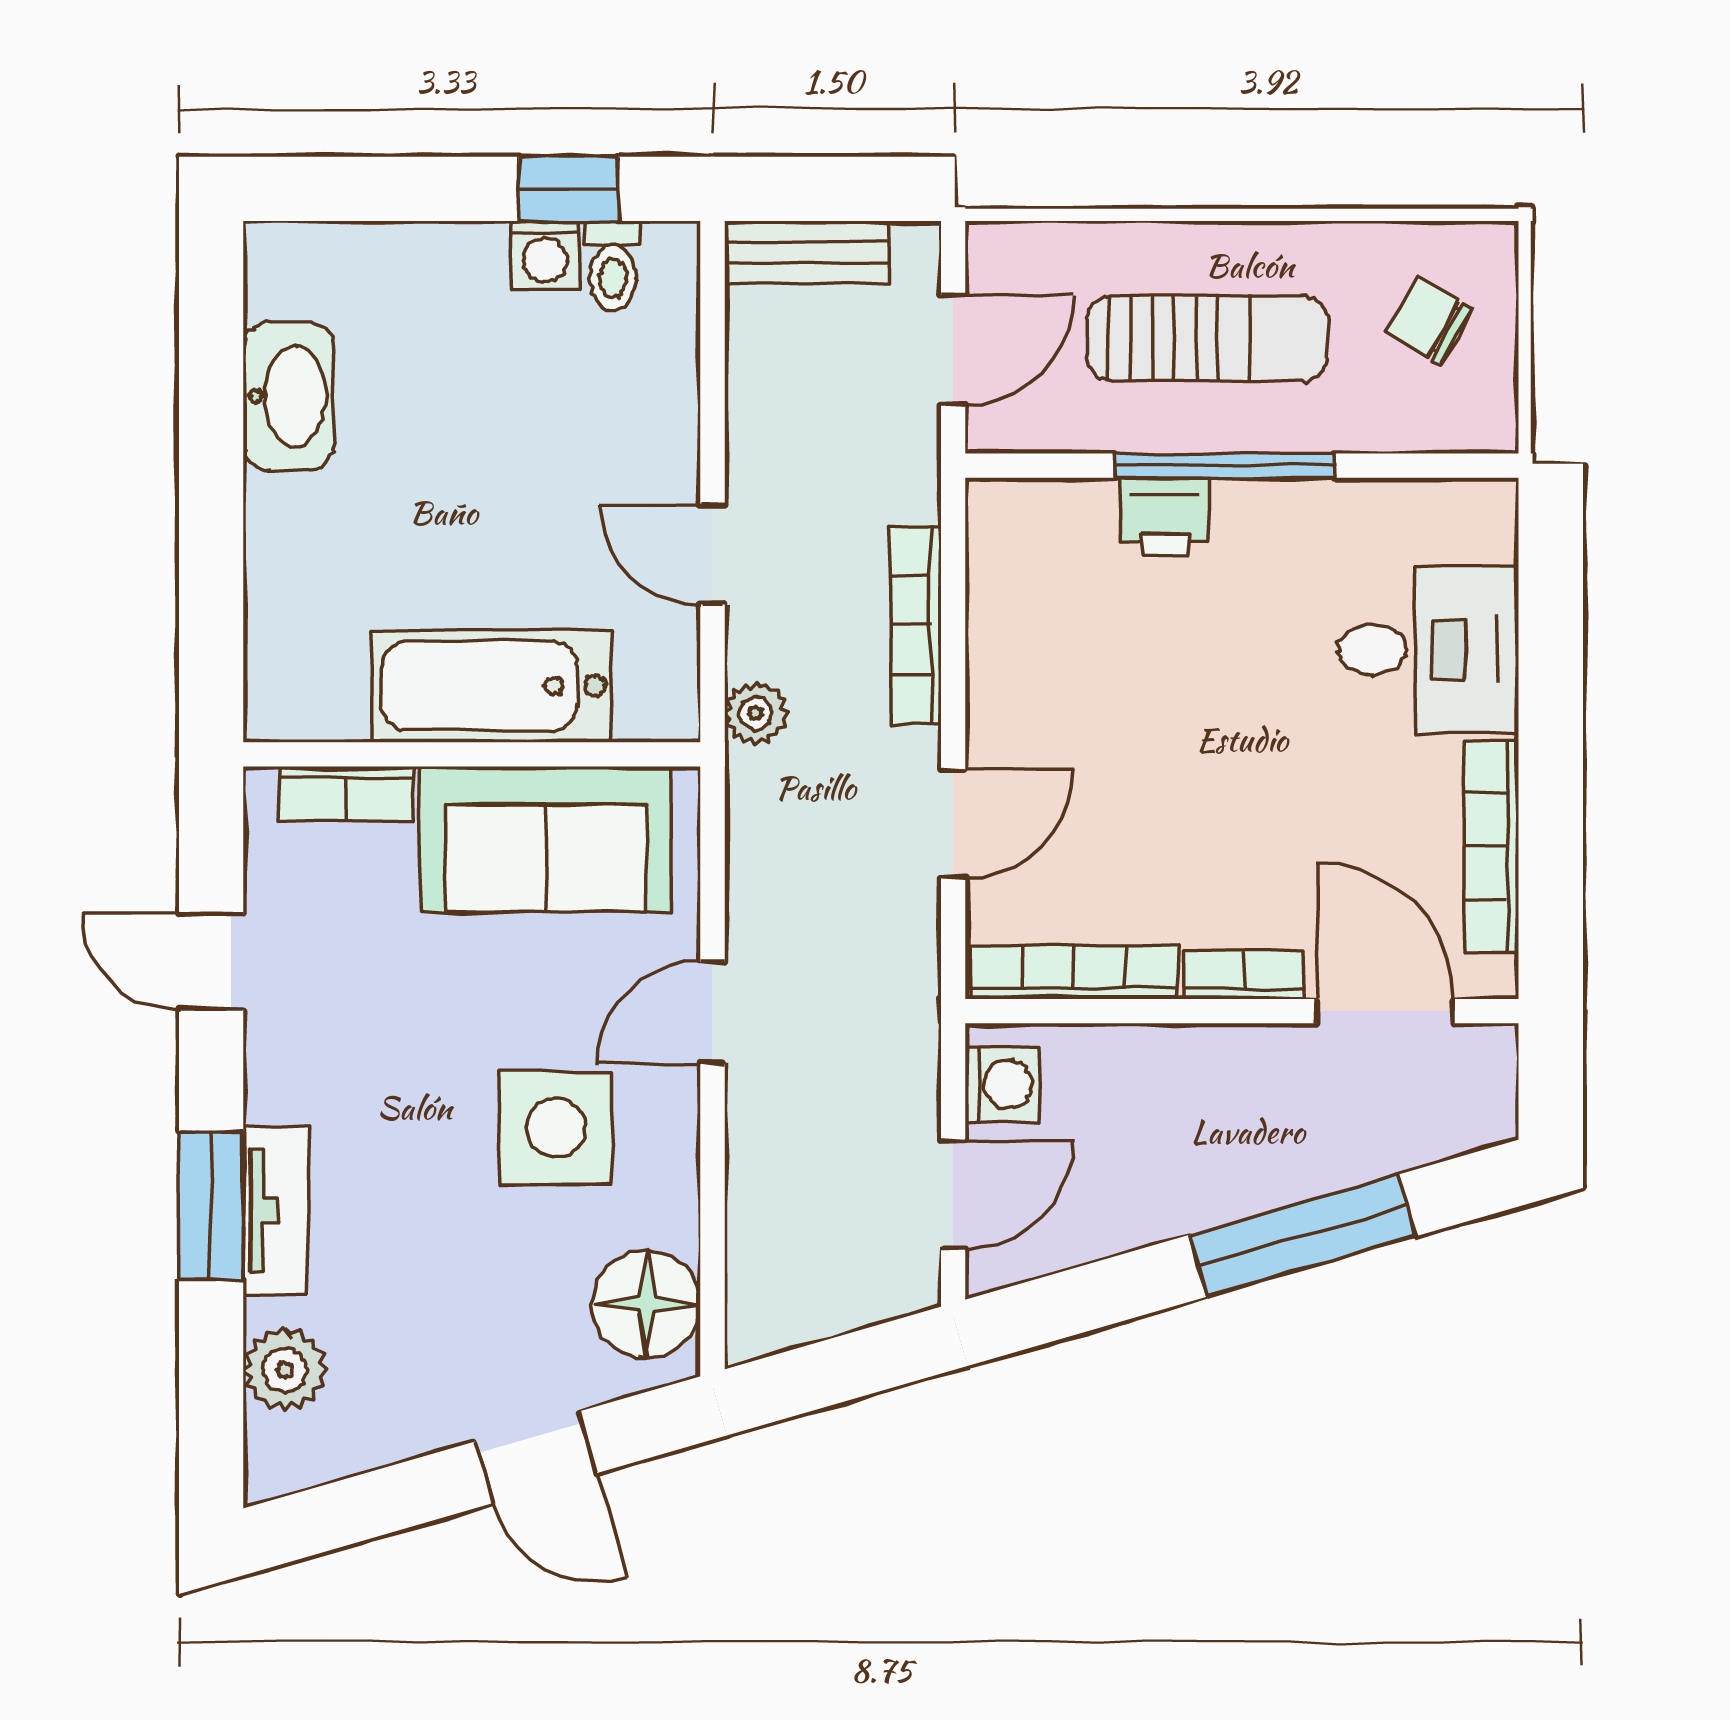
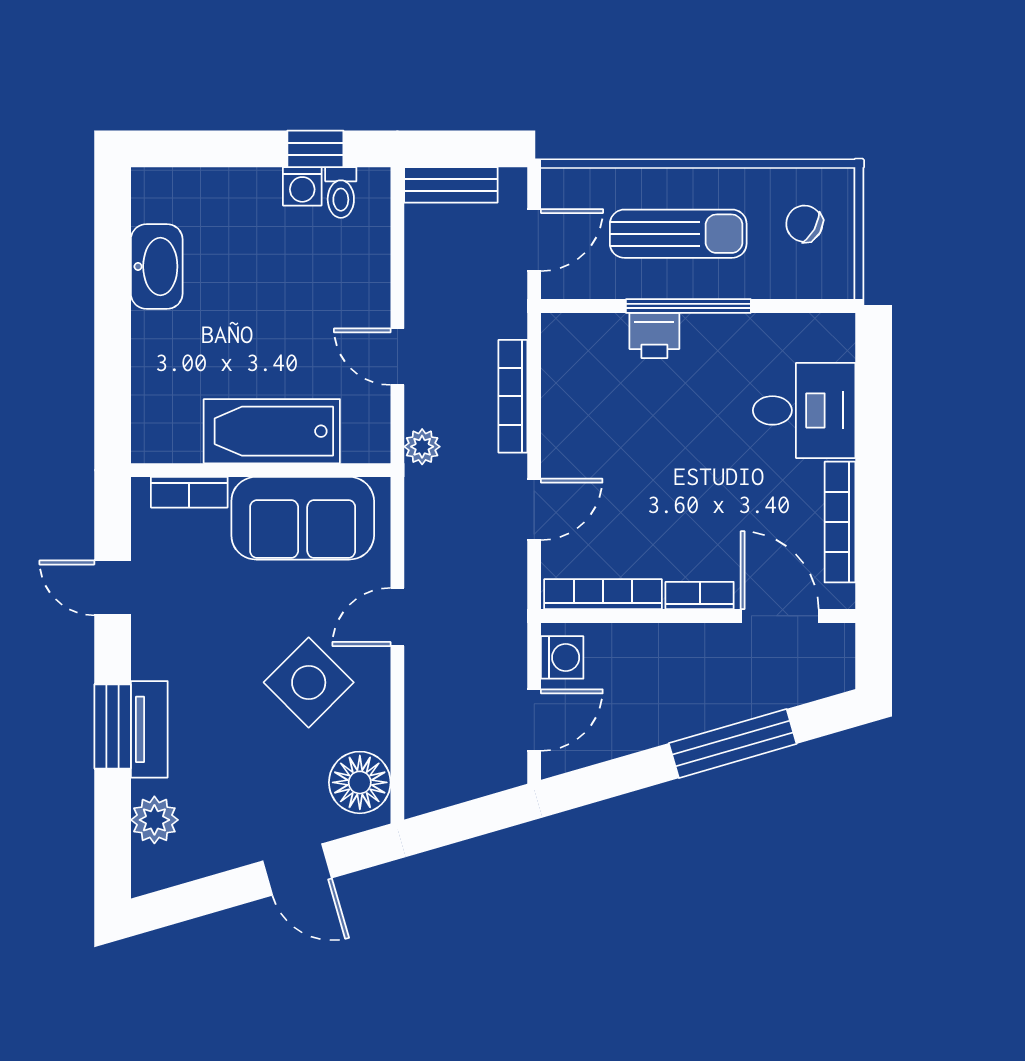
side table: (556, 1128) -> (309, 682), turned 45

